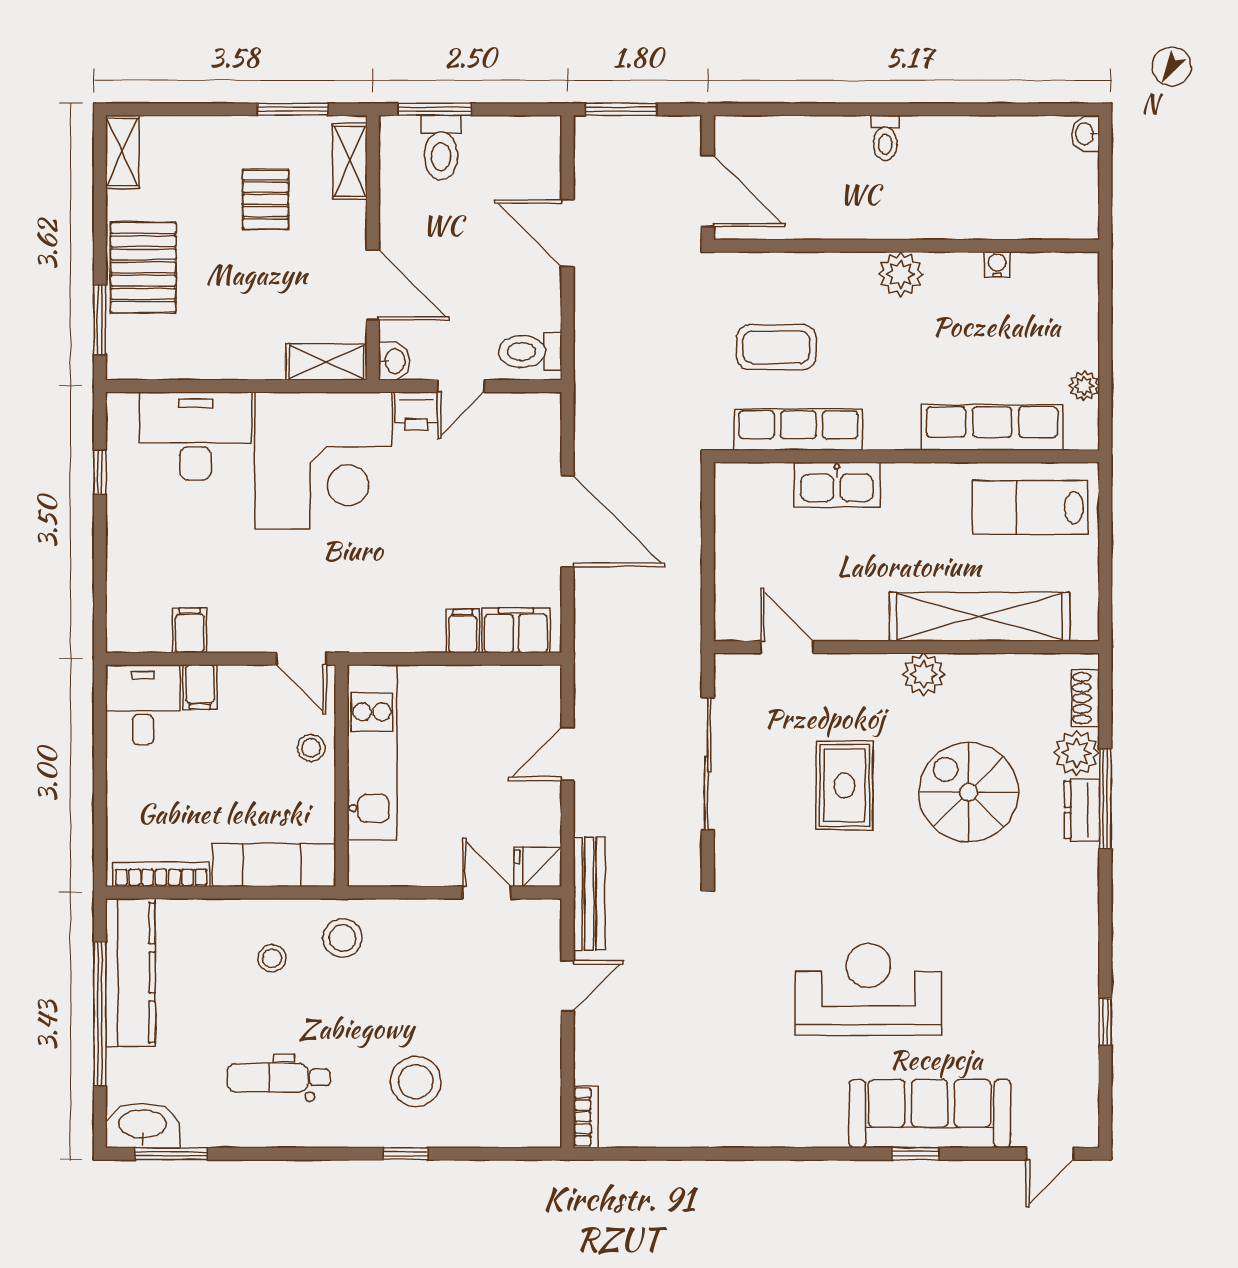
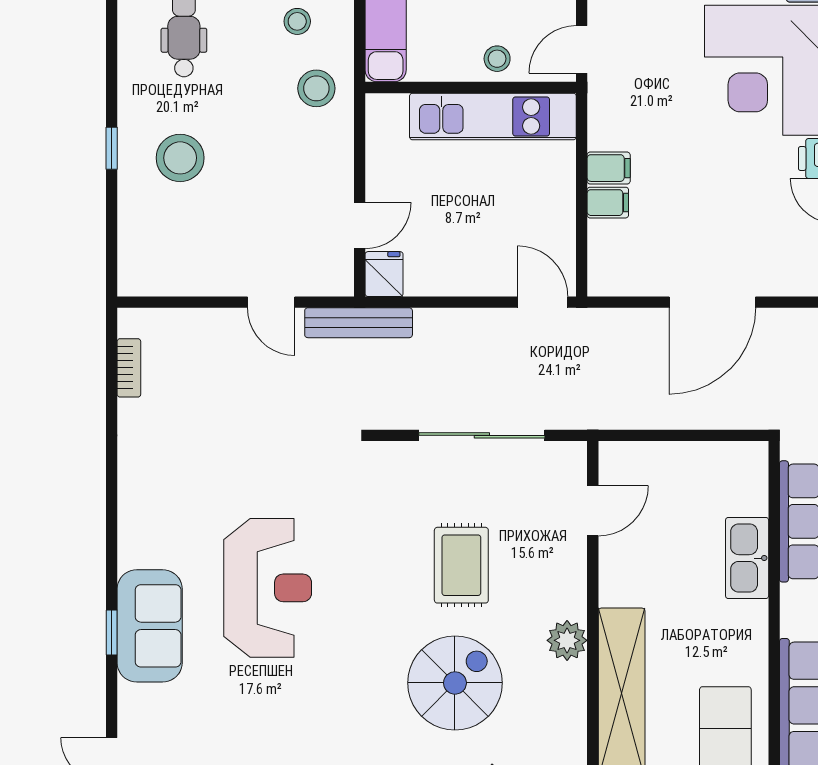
filing cabinet: (516, 630) -> (609, 168), moved, width x0.50
door: (568, 754) -> (543, 302), moved
rug: (844, 785) -> (461, 565), turned 90
sofa: (930, 1114) -> (150, 626), width x0.73
bookcase: (586, 1117) -> (129, 368), moved, turned -90

